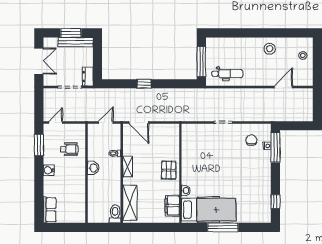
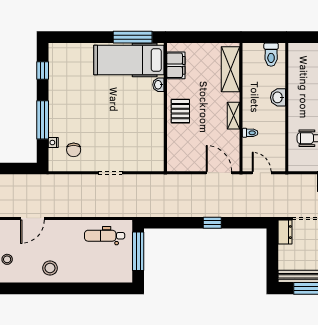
door: (106, 122) -> (262, 173), swing flipped
window: (275, 147) -> (43, 120), moved
washbasin: (93, 168) -> (278, 97), moved
toilet: (115, 214) -> (271, 55), moved
window: (223, 227) -> (133, 37), moved

